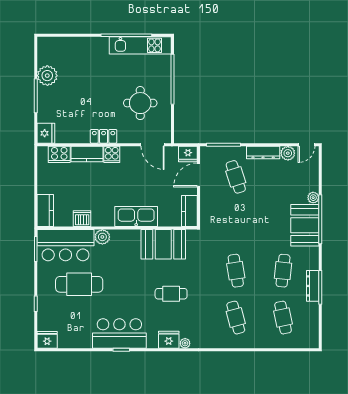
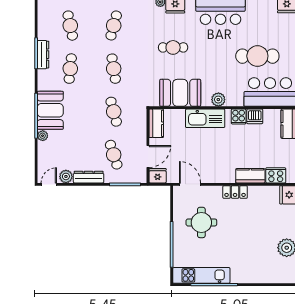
cooker: (112, 154) -> (239, 117), moved, turned 180
cafe table: (236, 224) -> (114, 112), added
plant: (102, 237) -> (218, 100), moved
cafe table: (236, 318) -> (114, 26), turned 30

